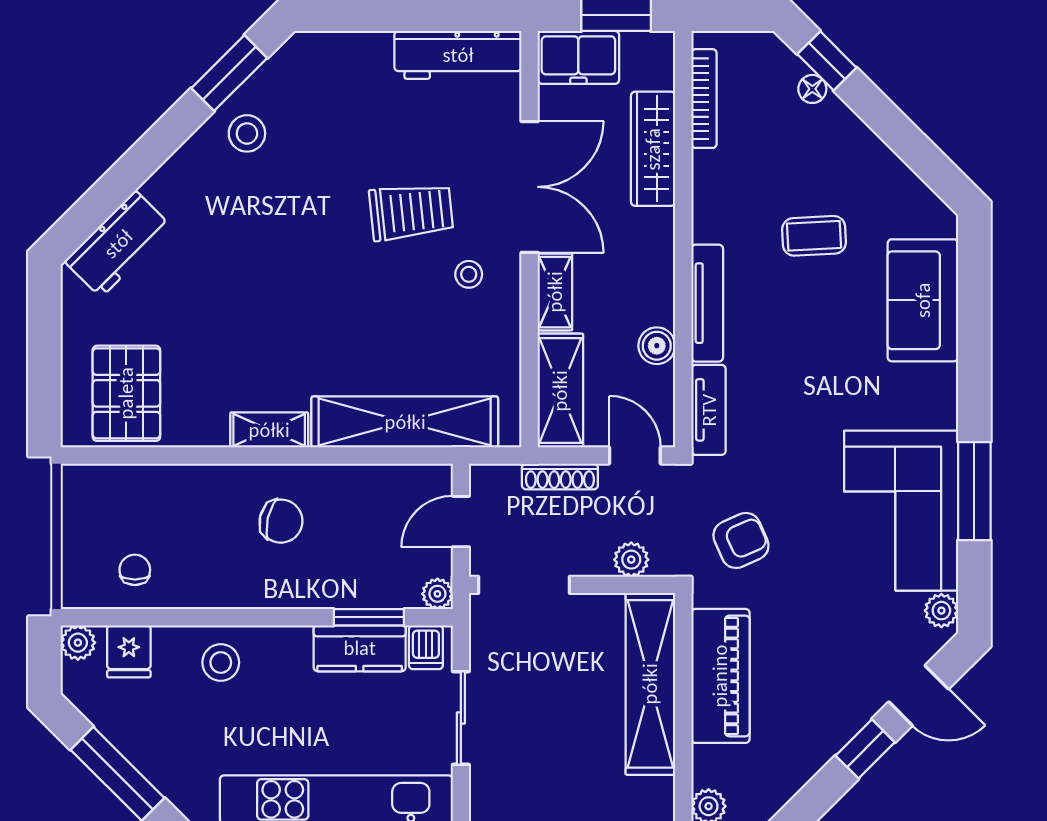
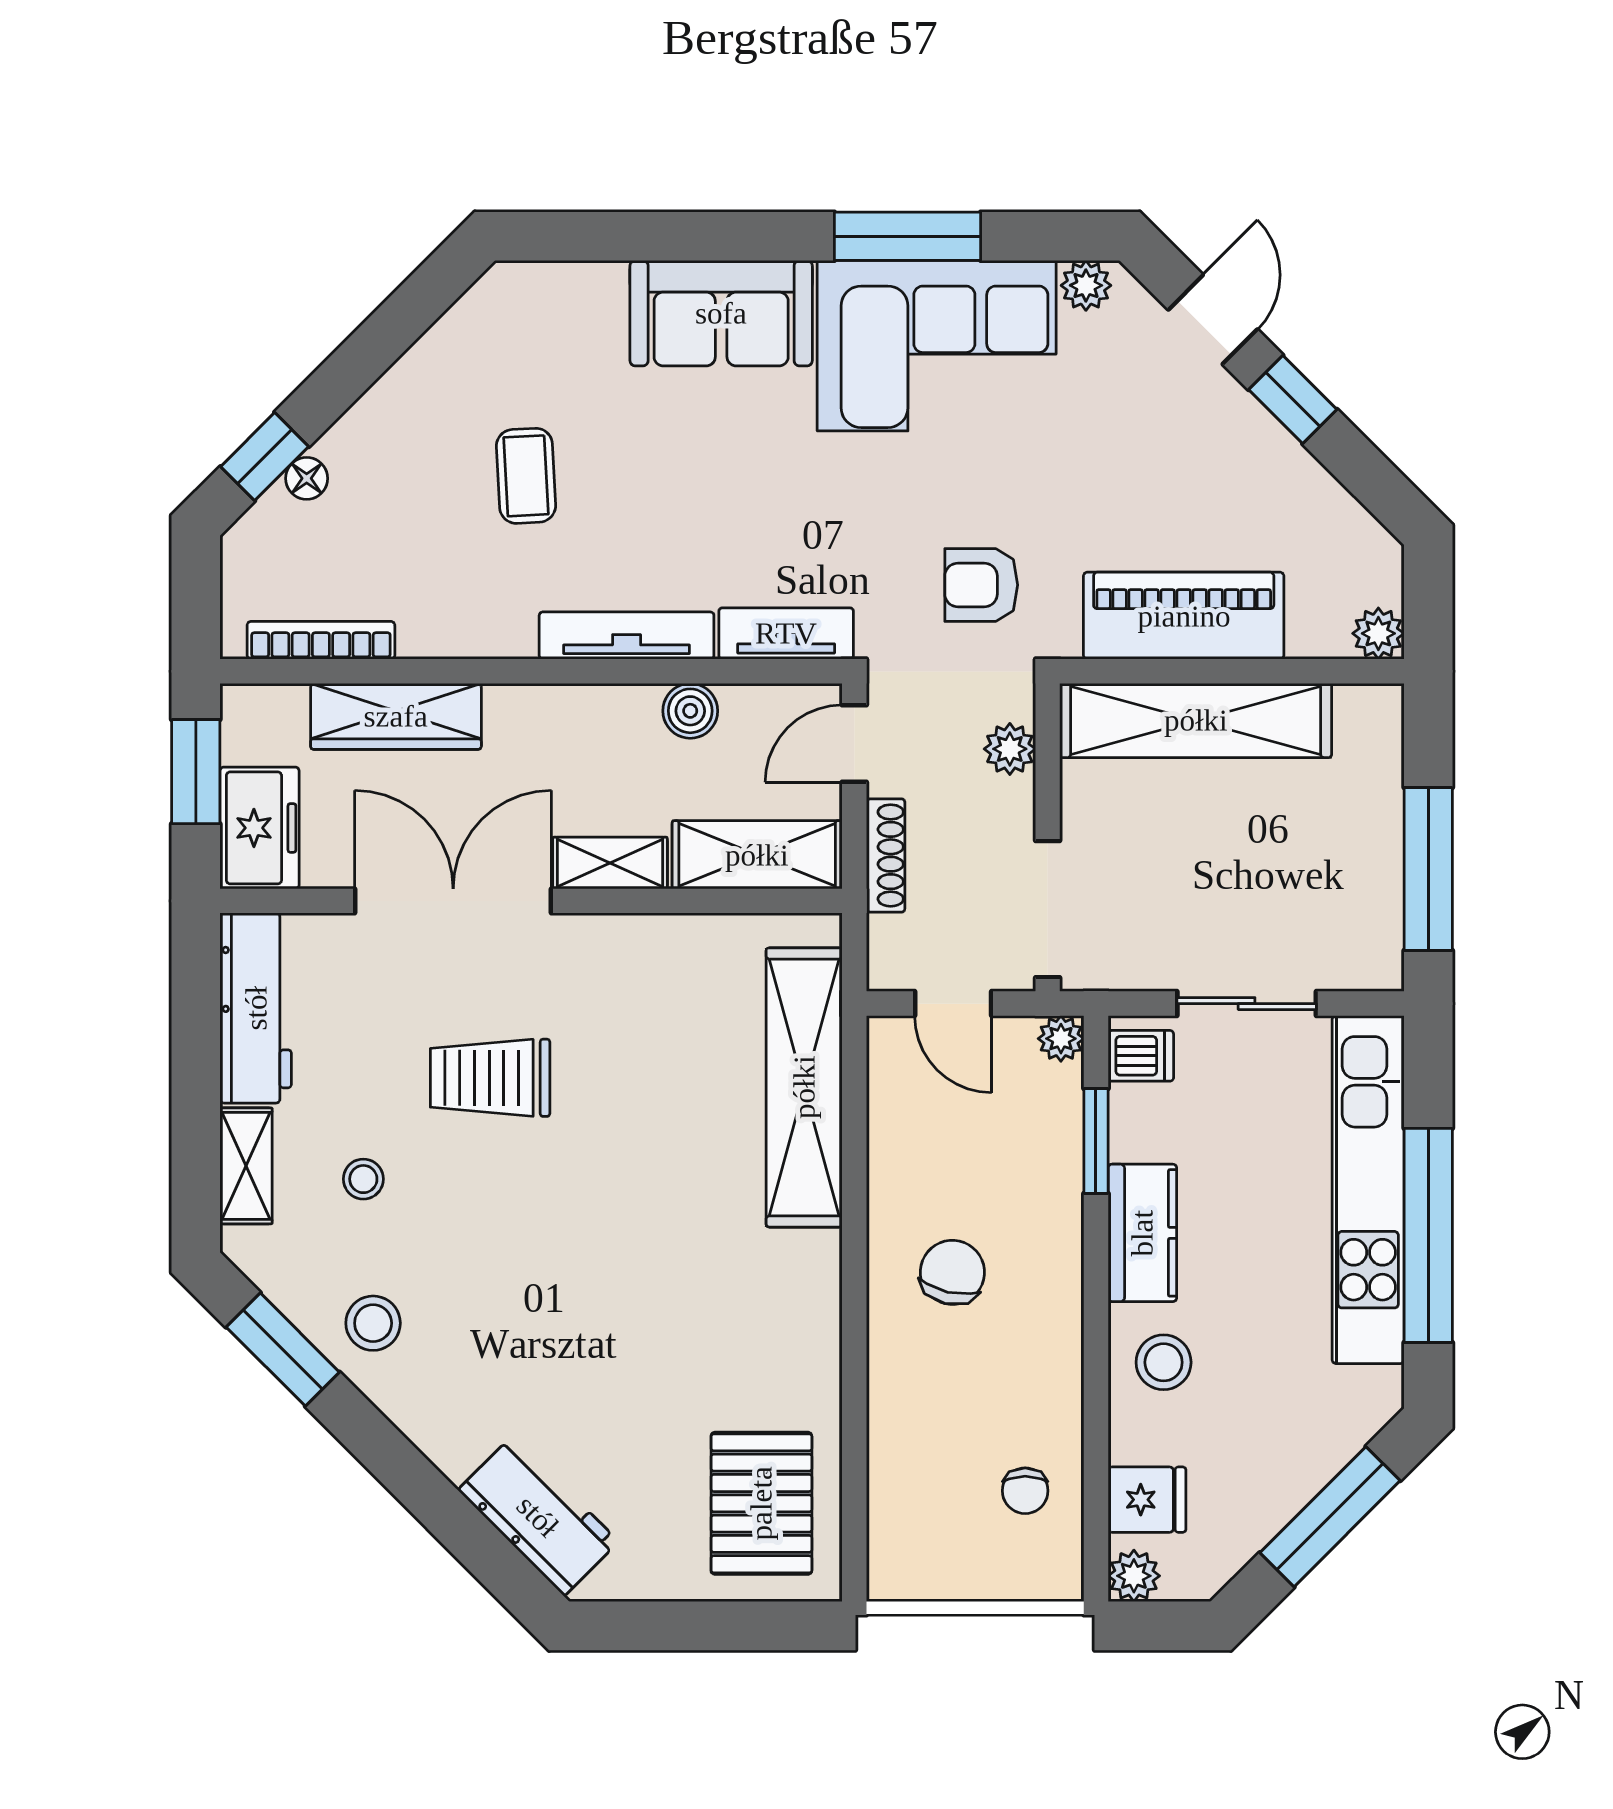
trolley: (411, 212) -> (490, 1078), turned -84
stool: (469, 274) -> (363, 1179), moved
sofa: (923, 300) -> (721, 313), moved
pallet: (126, 393) -> (761, 1503), turned 90
shelving: (269, 430) -> (246, 1166), moved
armchair: (741, 540) -> (981, 585), turned -66
chair: (135, 570) -> (1025, 1491), turned -90
kitchen counter: (360, 648) -> (1142, 1233), moved

